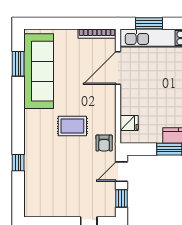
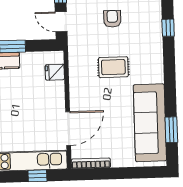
window: (149, 23) -> (37, 176), width x0.67
armchair: (104, 143) -> (112, 19), moved
door: (121, 172) -> (61, 22), swing flipped

